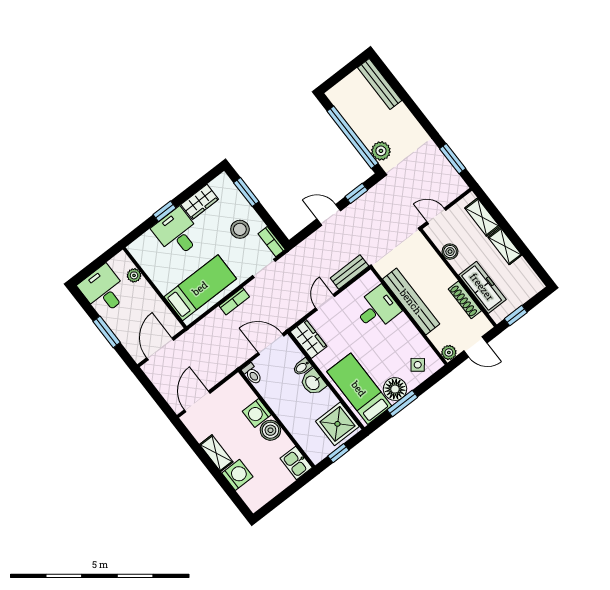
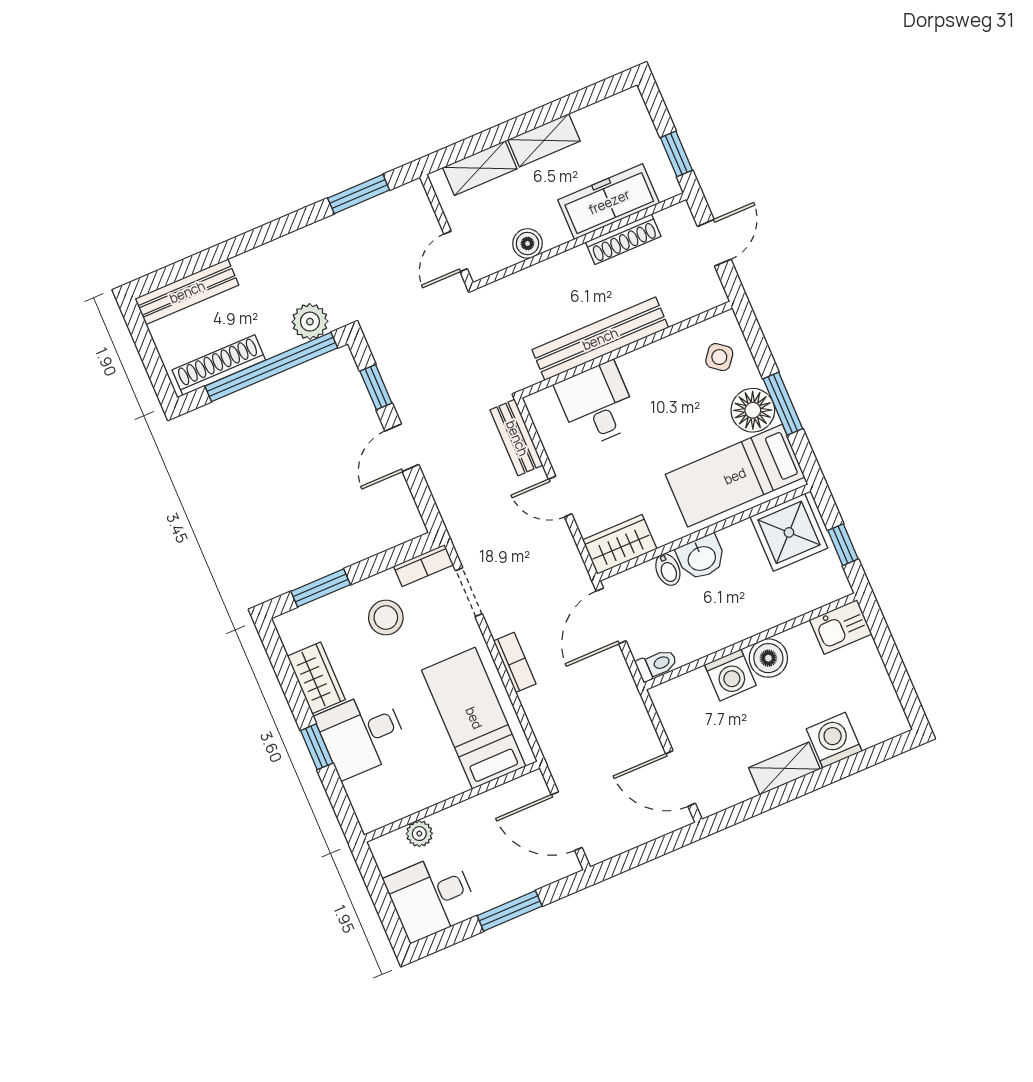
shoe rack: (347, 110) -> (219, 365), added
plant: (449, 352) -> (712, 294), removed

